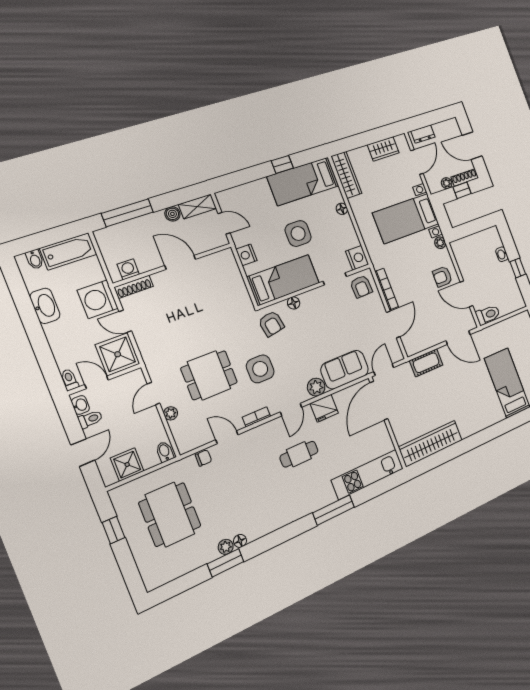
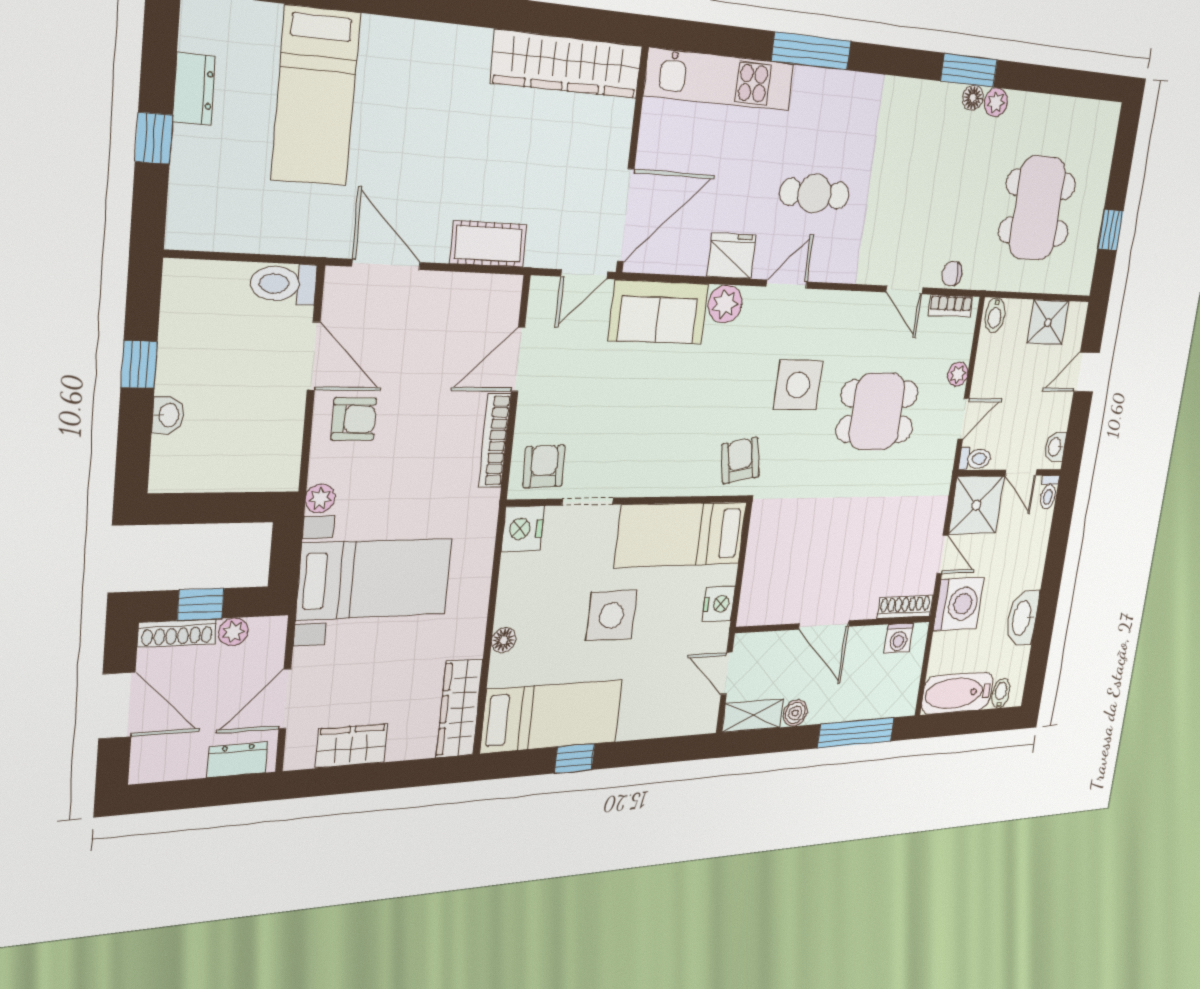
floor lamp: (294, 303) -> (685, 484), removed
bookcase: (256, 417) -> (951, 306), moved
toilet: (90, 419) -> (975, 459), moved, turned 180
window: (226, 563) -> (969, 70), moved

